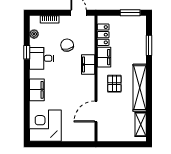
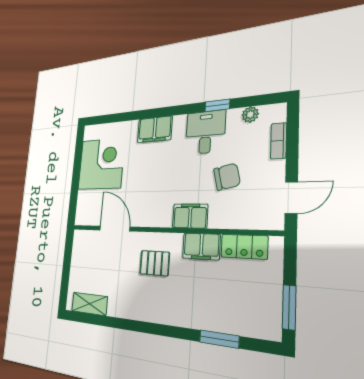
shelving: (140, 88) -> (145, 309), removed
corner desk: (45, 126) -> (101, 164), moved

